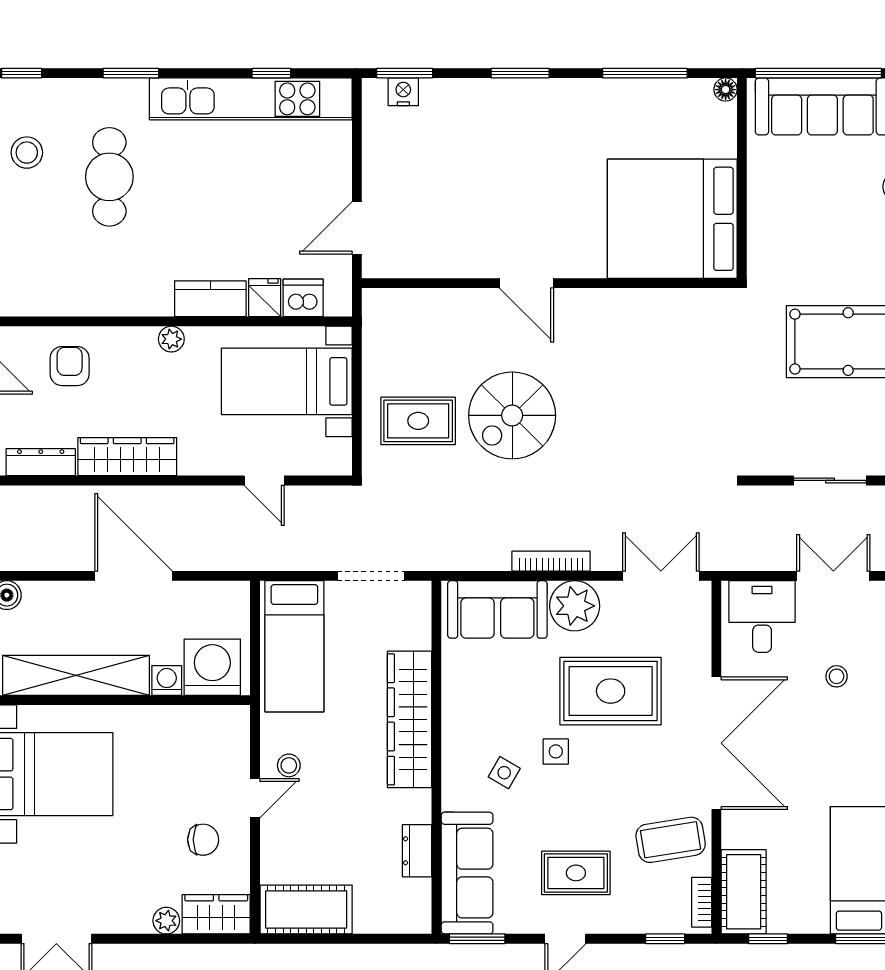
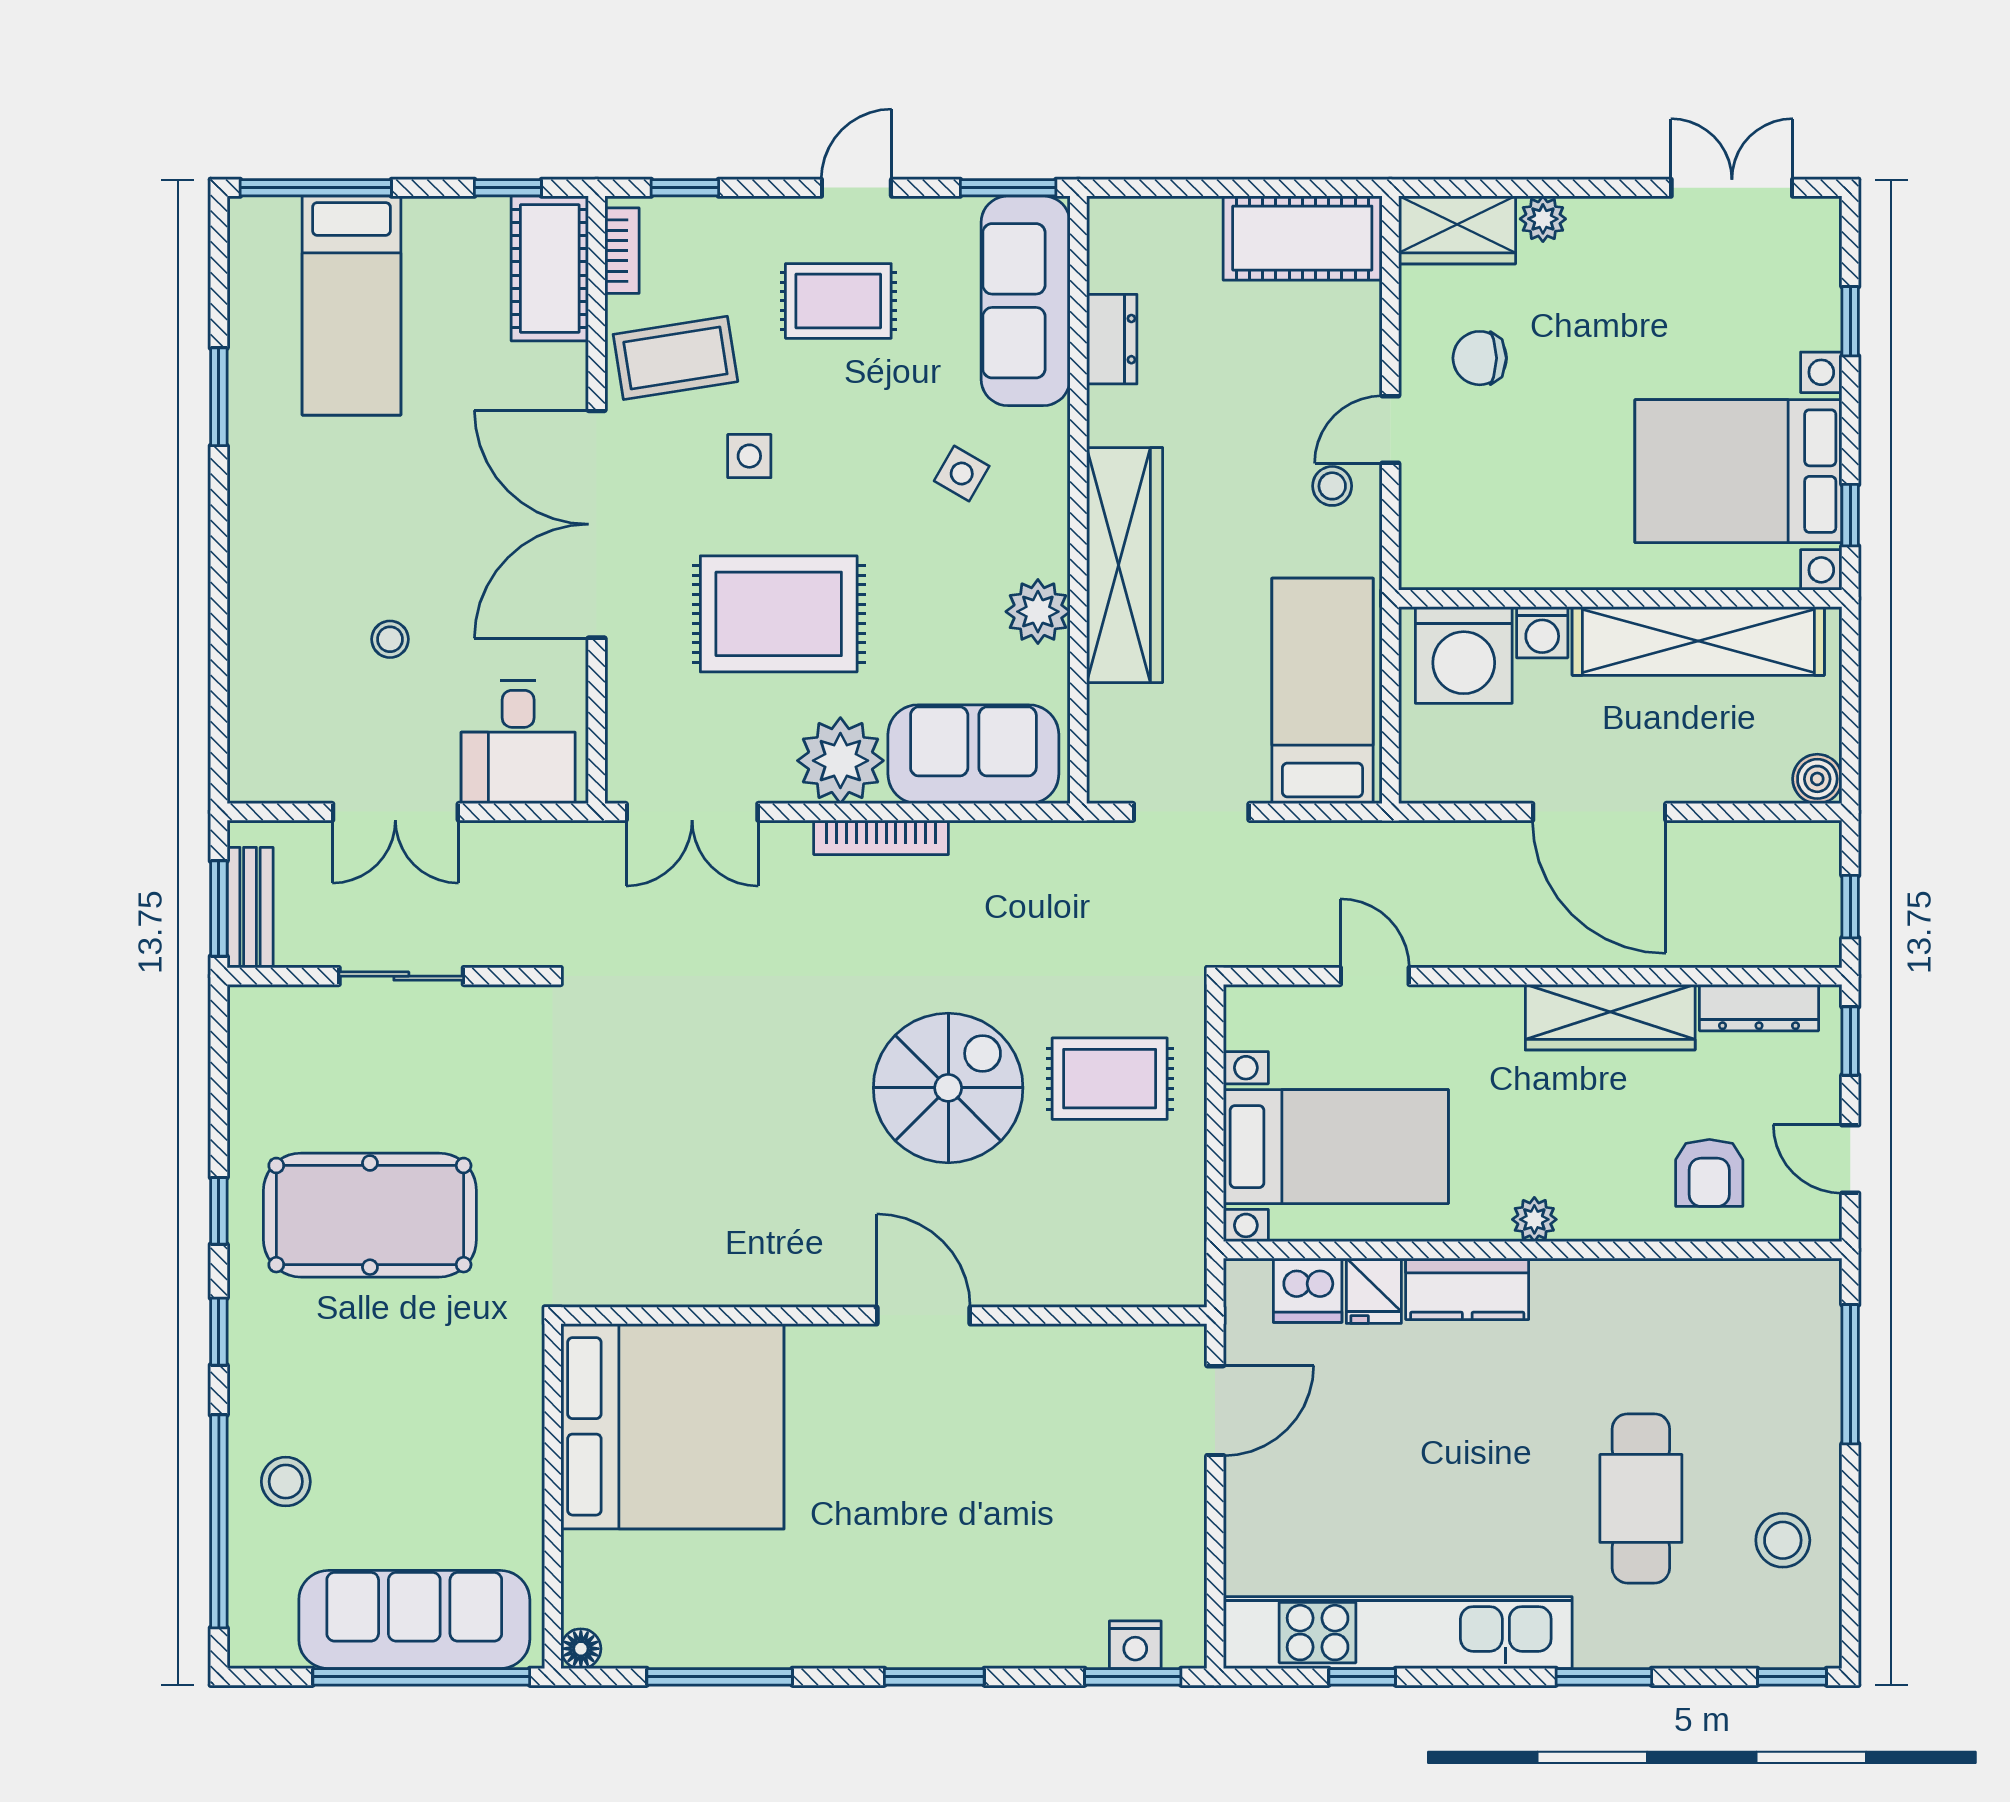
plant: (460, 692) -> (1038, 612), added
side table: (556, 751) -> (749, 456), moved

